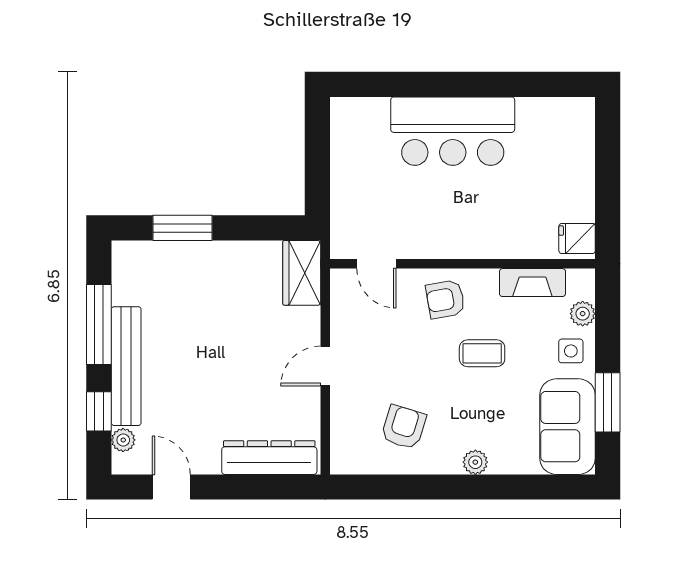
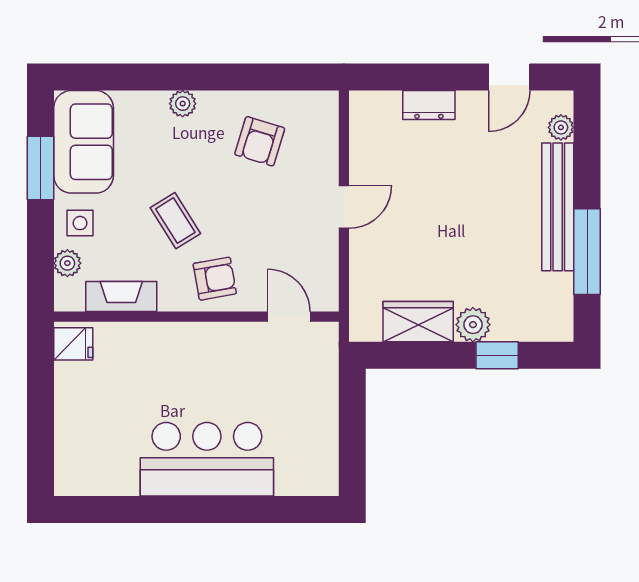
window: (183, 228) -> (497, 355), width x0.67
plant: (205, 256) -> (473, 325), added
wardrobe: (302, 273) -> (418, 322), moved, turned -90
coffee table: (482, 353) -> (175, 221), turned 58
window: (99, 411) -> (587, 158), removed
dresser: (269, 458) -> (429, 105), width x0.51, depth x0.80
door: (171, 487) -> (509, 77), hinge flipped

